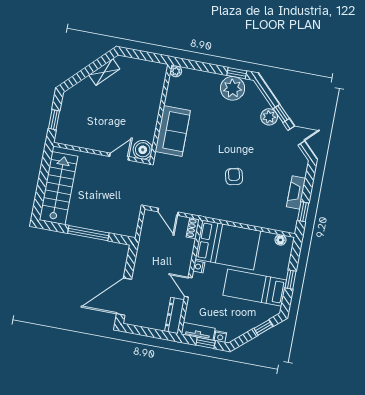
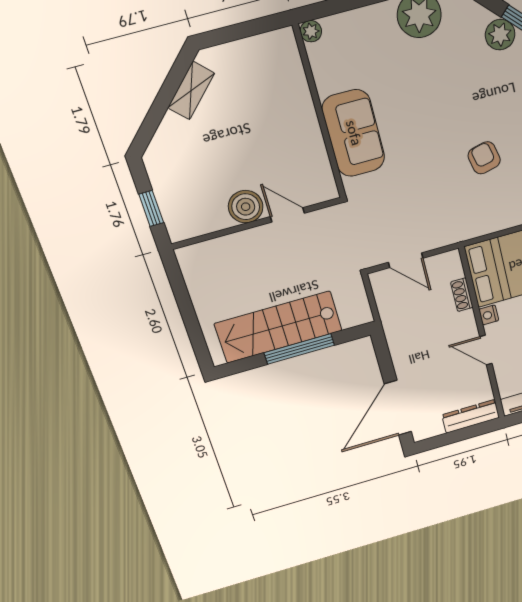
boiler: (143, 150) -> (246, 207), moved
door: (119, 157) -> (287, 215), hinge flipped
stairs: (58, 188) -> (278, 327), moved, turned -90
shoe rack: (193, 228) -> (462, 295), moved
dresser: (174, 315) -> (471, 416), moved, turned 90

